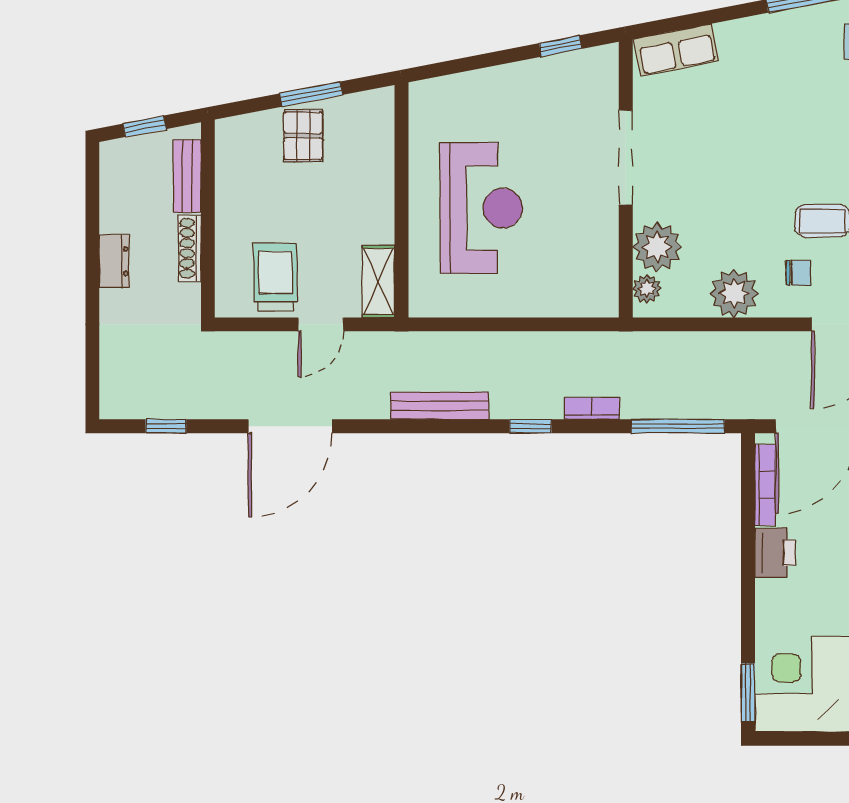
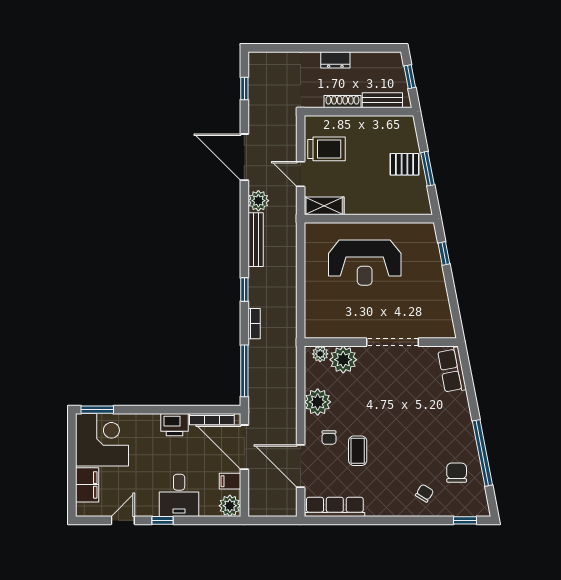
window: (560, 46) -> (444, 253), moved
plant: (369, 401) -> (258, 201), added

